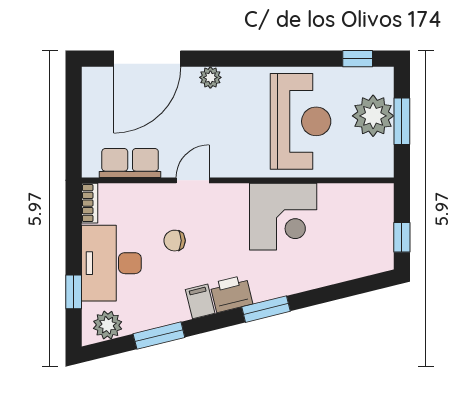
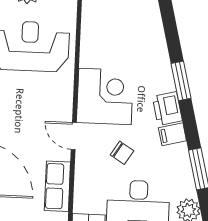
corner desk: (283, 217) -> (105, 96), moved
chair: (175, 241) -> (122, 153), turned -58

